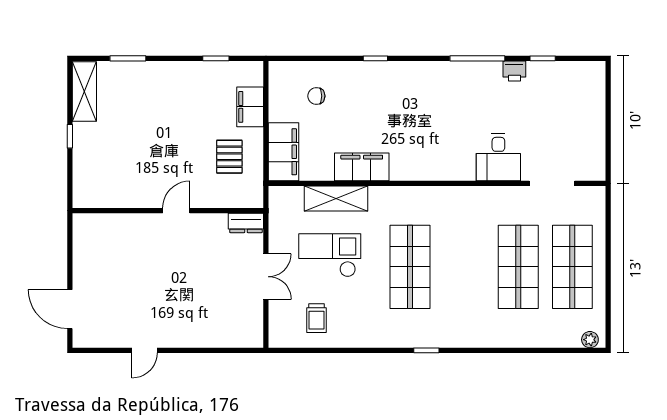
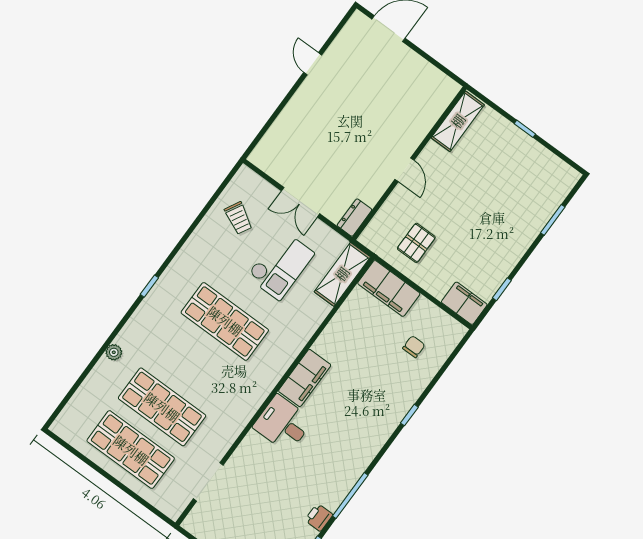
shelving: (84, 92) -> (458, 121), moved, turned 90
filing cabinet: (250, 107) -> (464, 303), moved
pallet: (229, 157) -> (416, 243), turned 90
desk: (498, 157) -> (283, 424), moved
filing cabinet: (362, 167) -> (305, 378), moved
shelving: (336, 199) -> (342, 274), moved
trolley: (317, 318) -> (238, 218), turned -152
plant: (590, 340) -> (114, 352), moved

